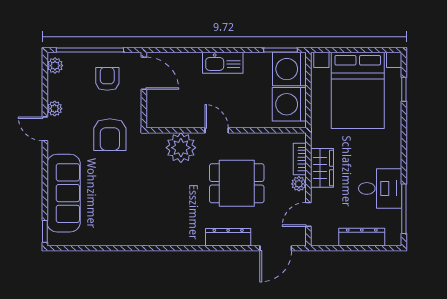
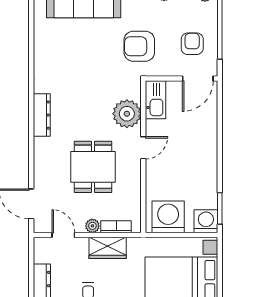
kitchen sink: (223, 63) -> (155, 100), moved, turned 180
washing machine: (289, 69) -> (206, 221), width x0.73, depth x0.73
armchair: (107, 79) -> (192, 44), turned -90
dresser: (228, 237) -> (42, 115), moved

